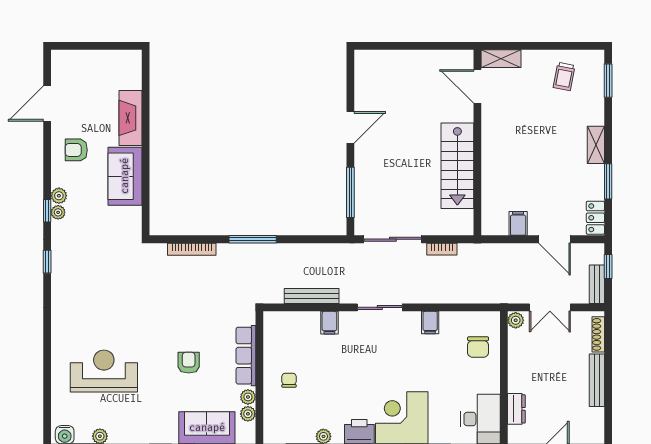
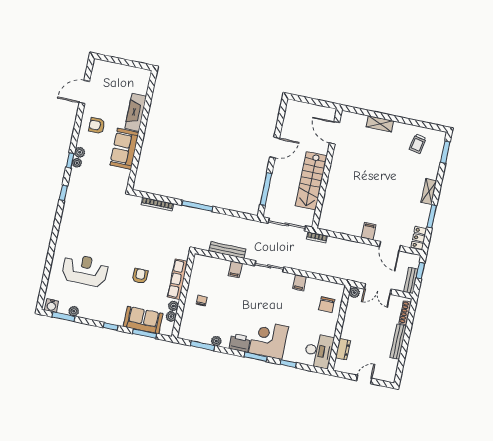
door: (477, 86) -> (334, 133), moved
wall: (477, 143) -> (327, 169), moved
stairs: (457, 166) -> (311, 181), moved

